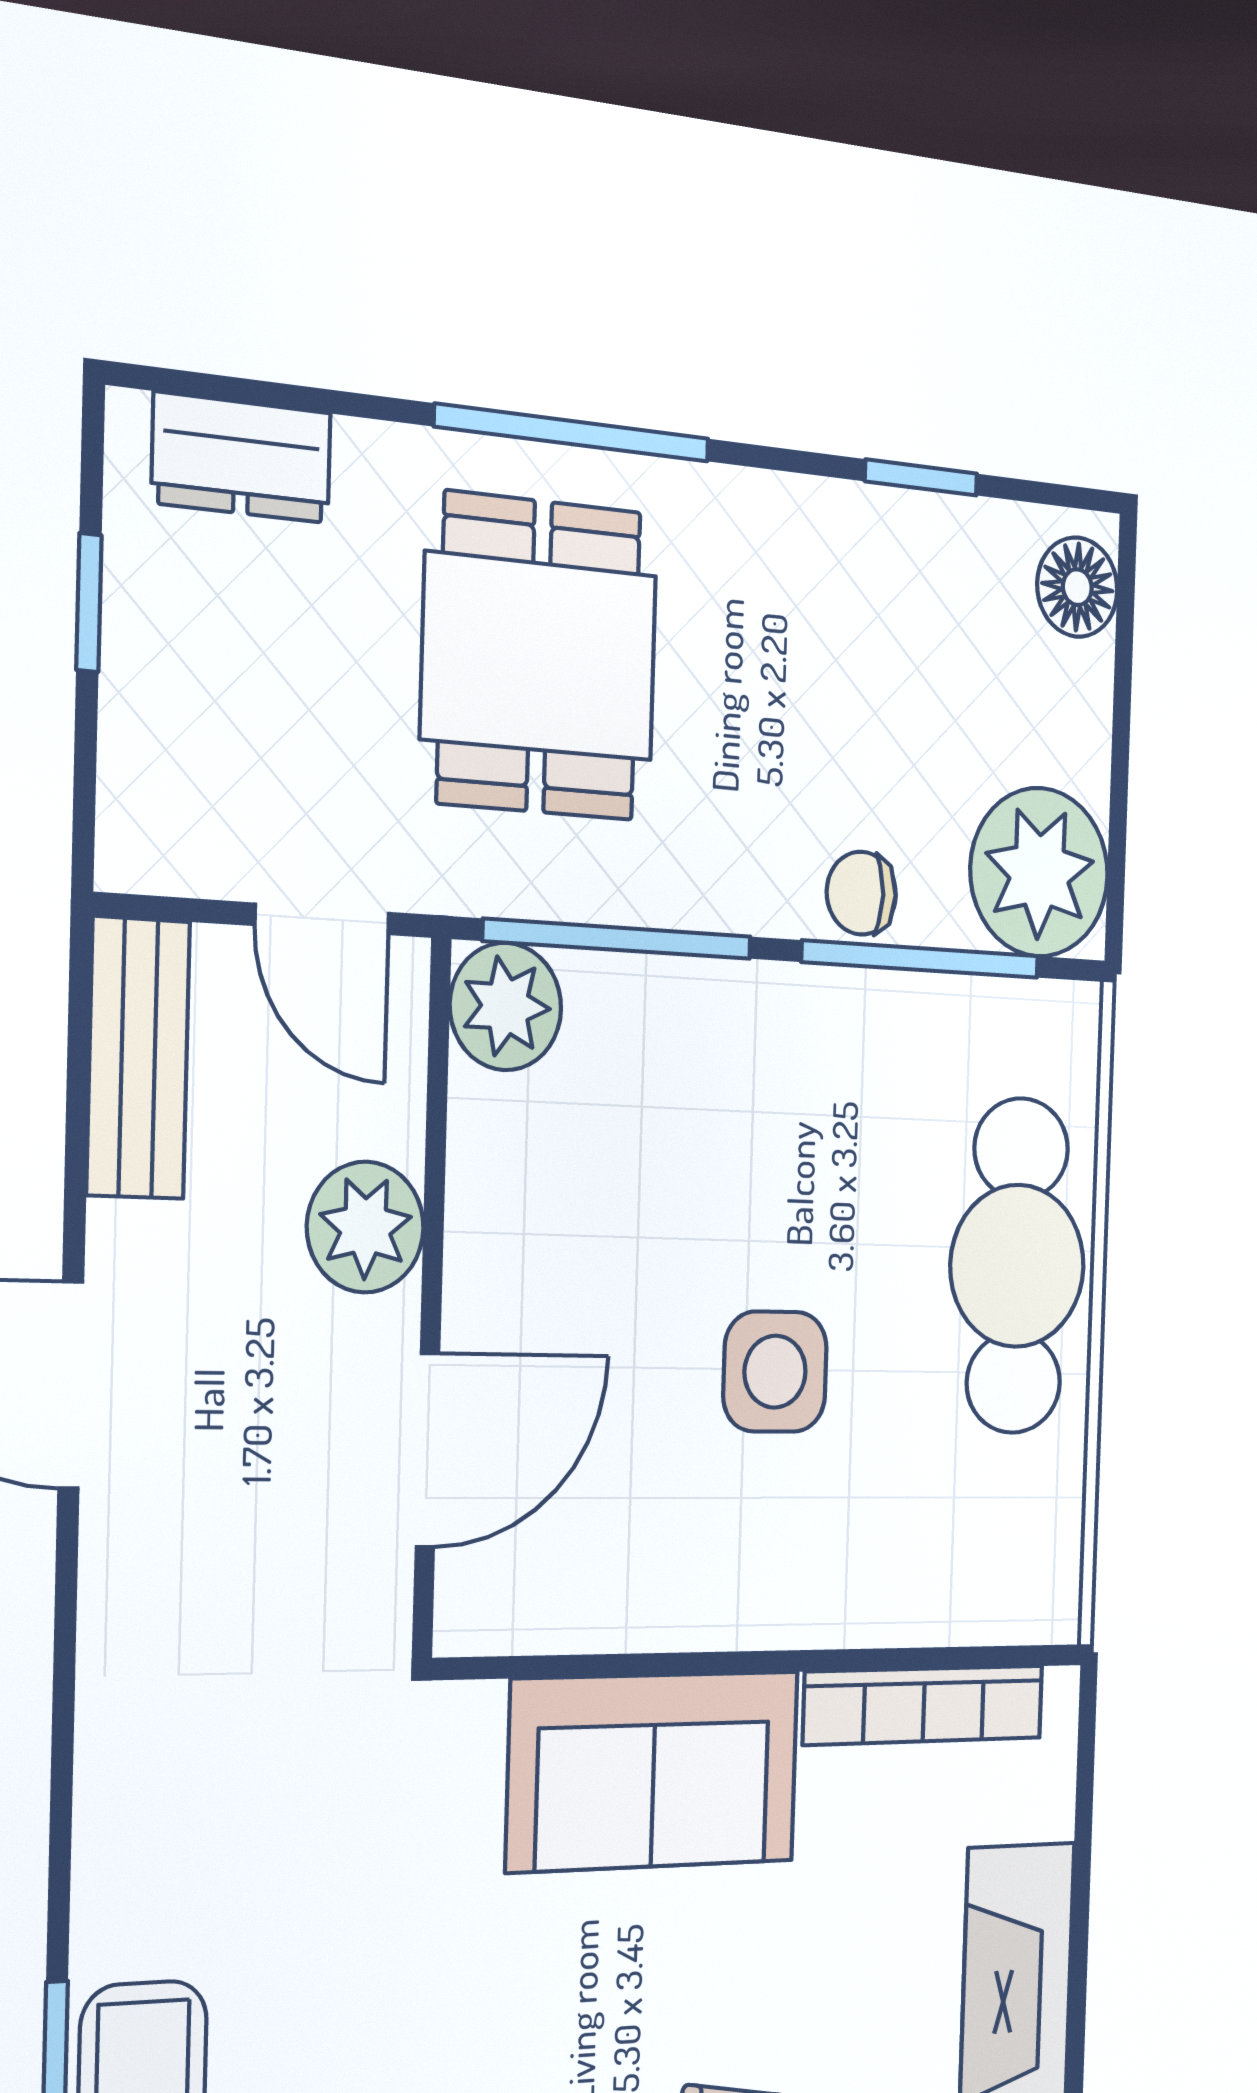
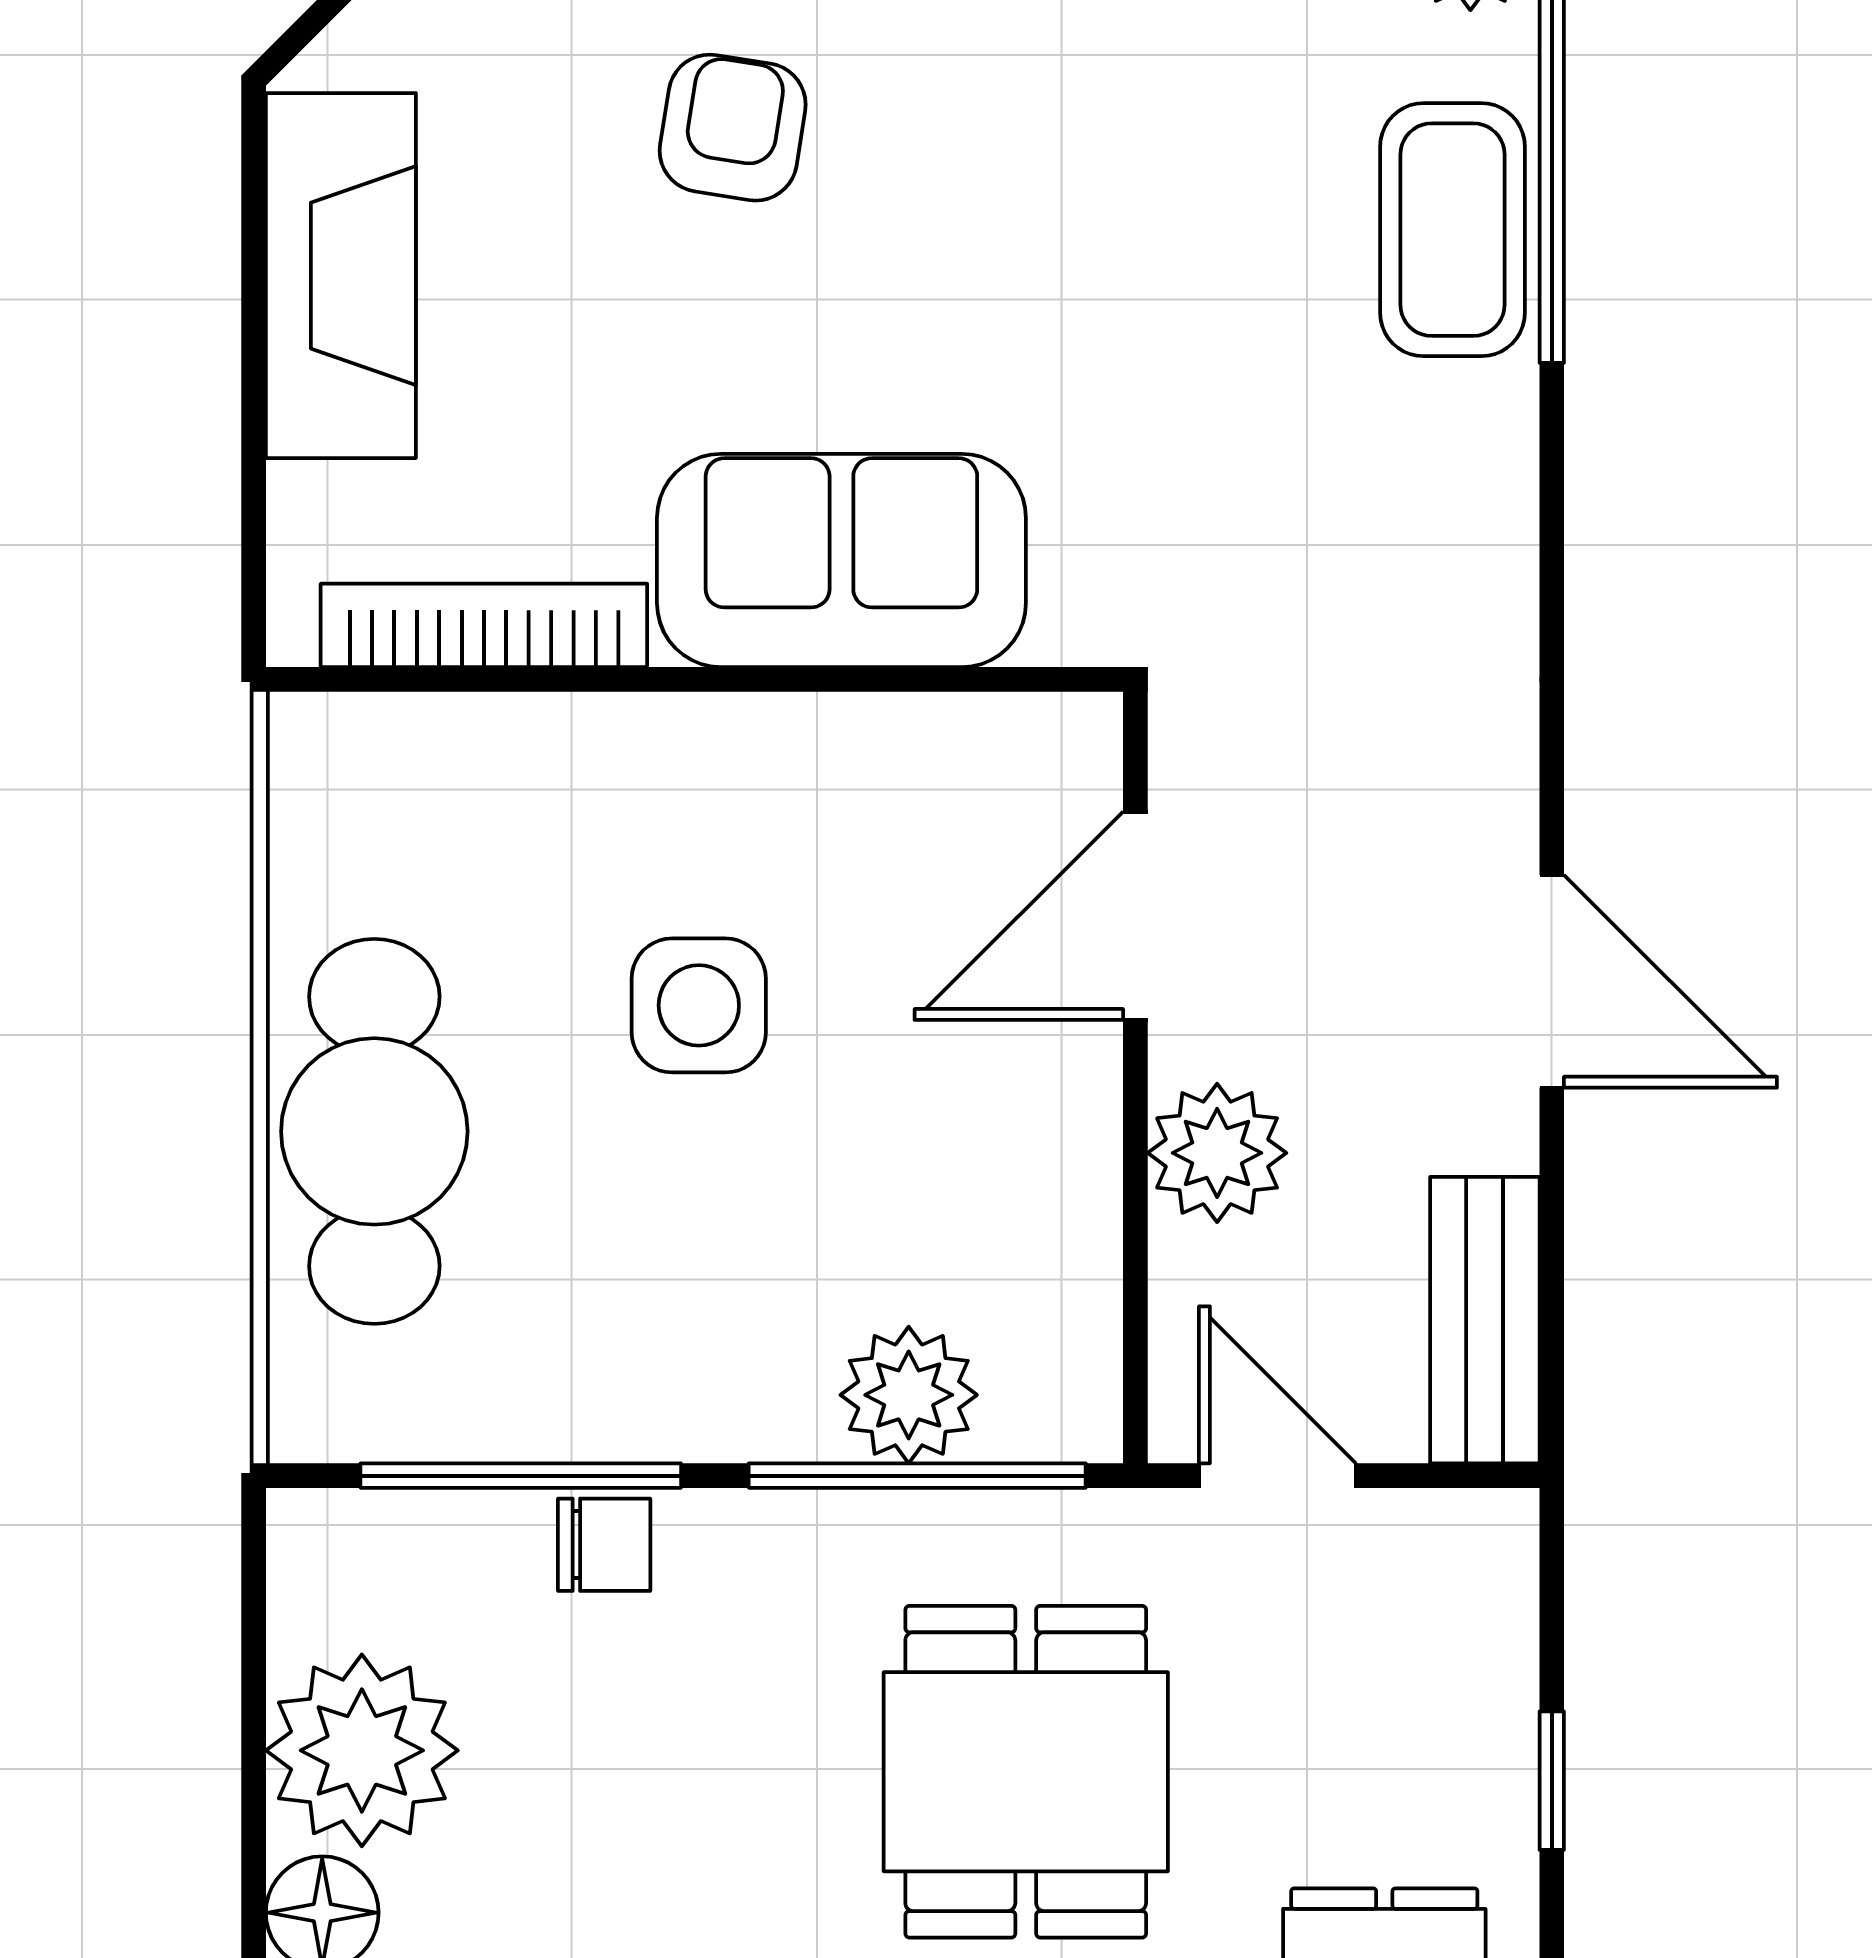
plant: (1039, 872) -> (362, 1750), moved
plant: (506, 1007) -> (909, 1395), moved

